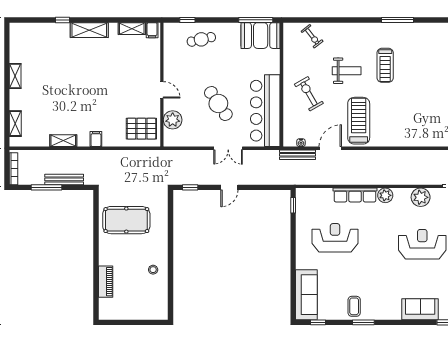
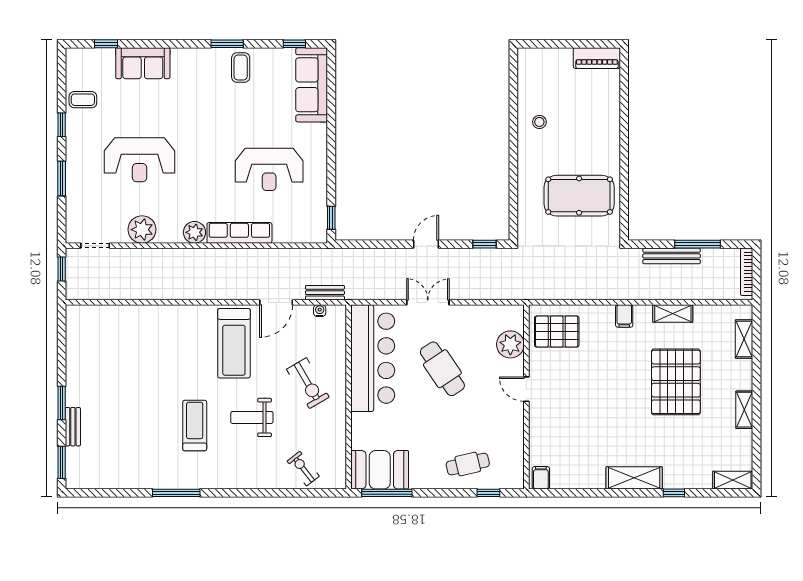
shelving: (132, 29) -> (733, 480), moved
pallet: (61, 95) -> (676, 382), added
bench: (297, 155) -> (325, 293), width x0.73
piano: (106, 282) -> (597, 58), moved, turned -90

